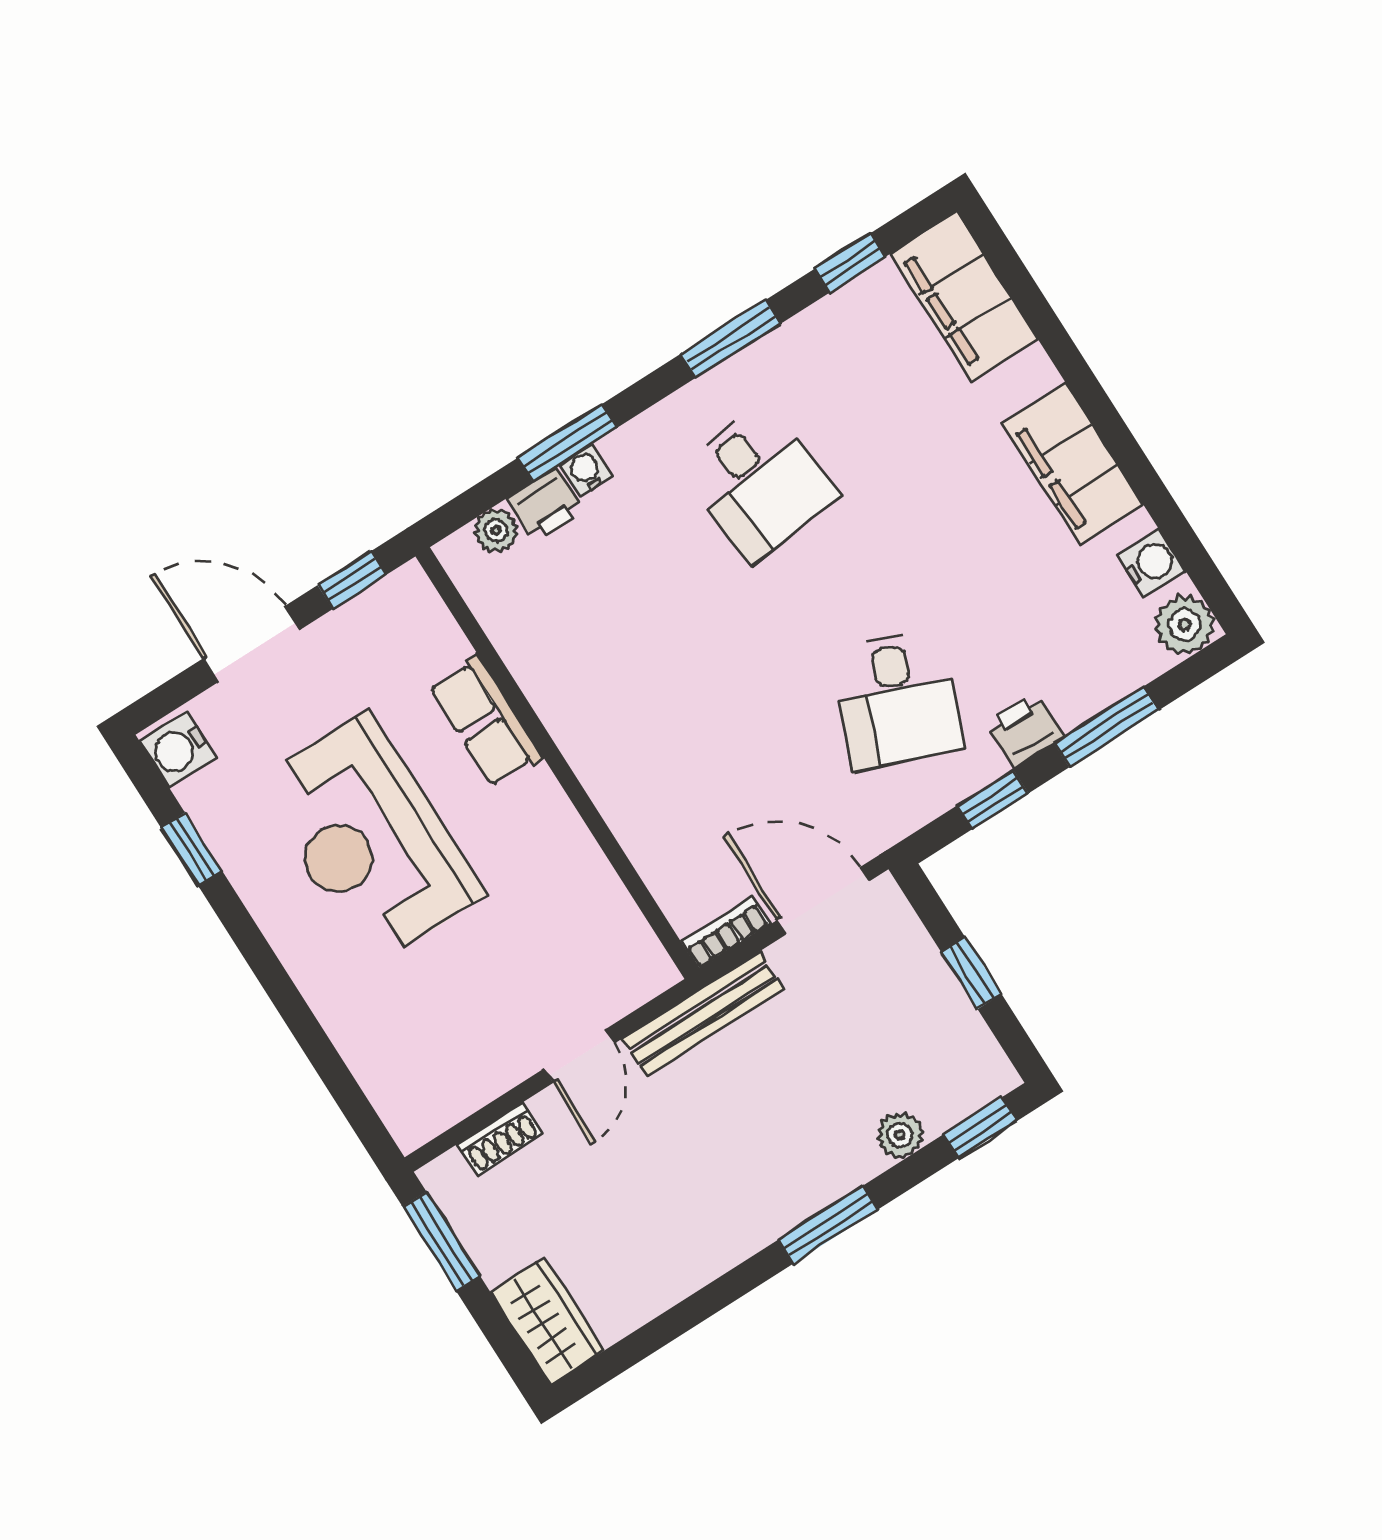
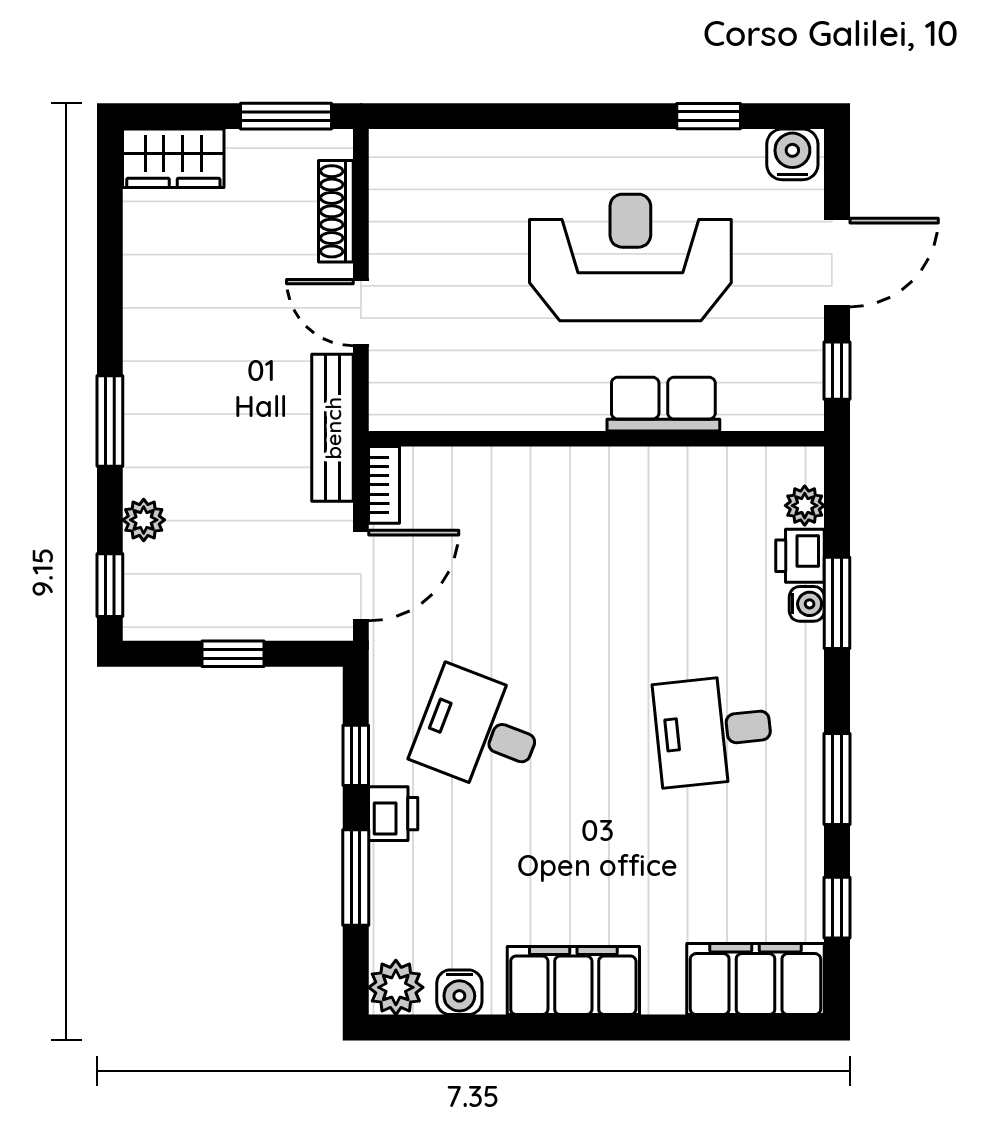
shoe rack: (500, 1139) -> (336, 211), width x1.43

